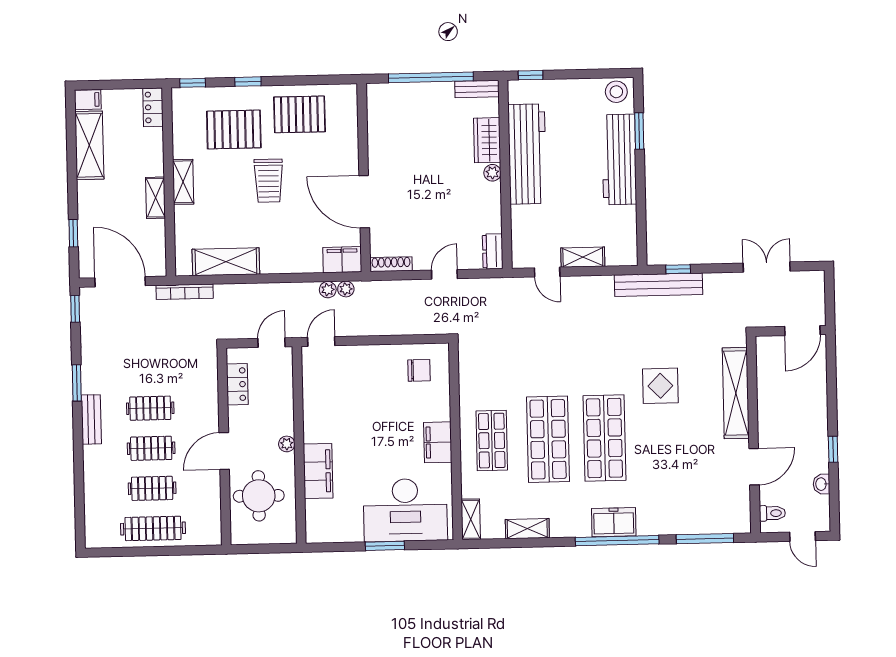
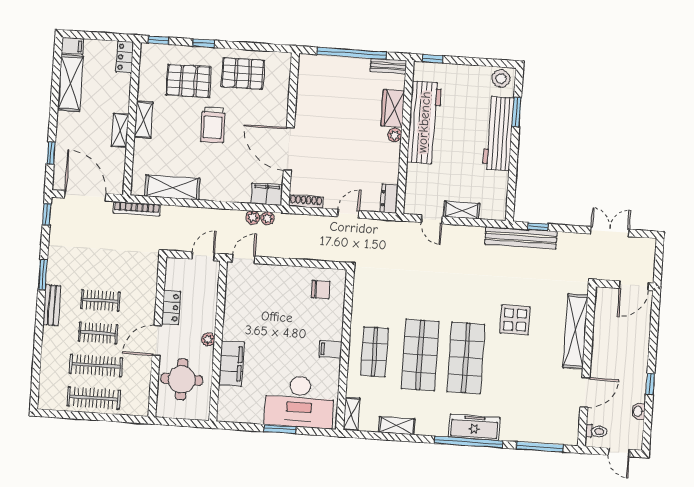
locker: (237, 384) -> (171, 307), moved
filing cabinet: (438, 442) -> (331, 349), width x0.50
clothes rail: (152, 488) -> (96, 365), width x1.36
freezer: (614, 522) -> (474, 427), width x1.40

